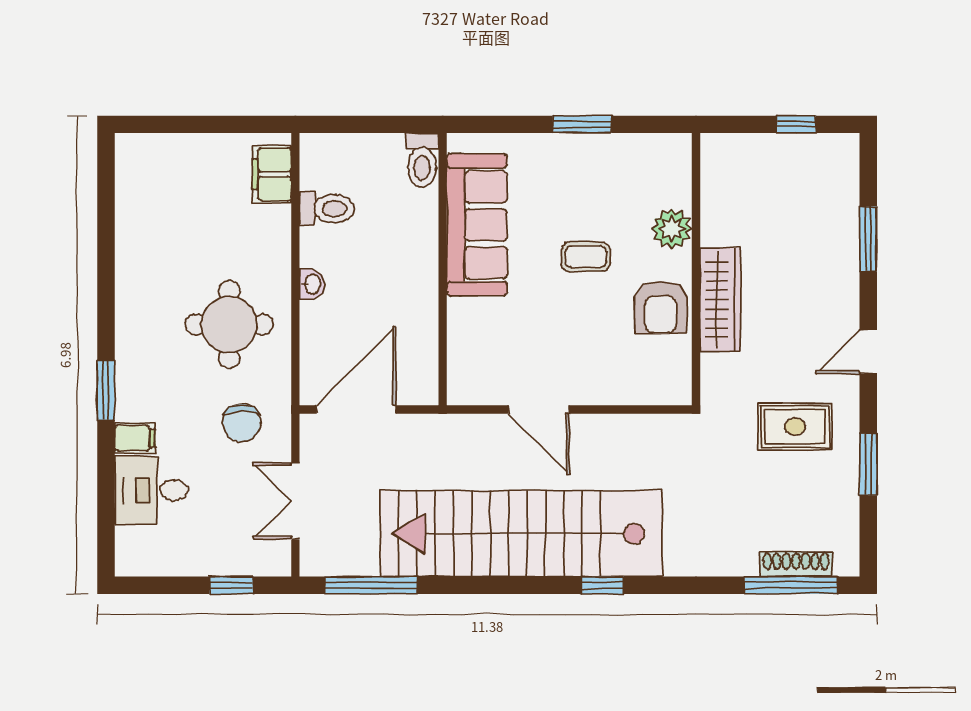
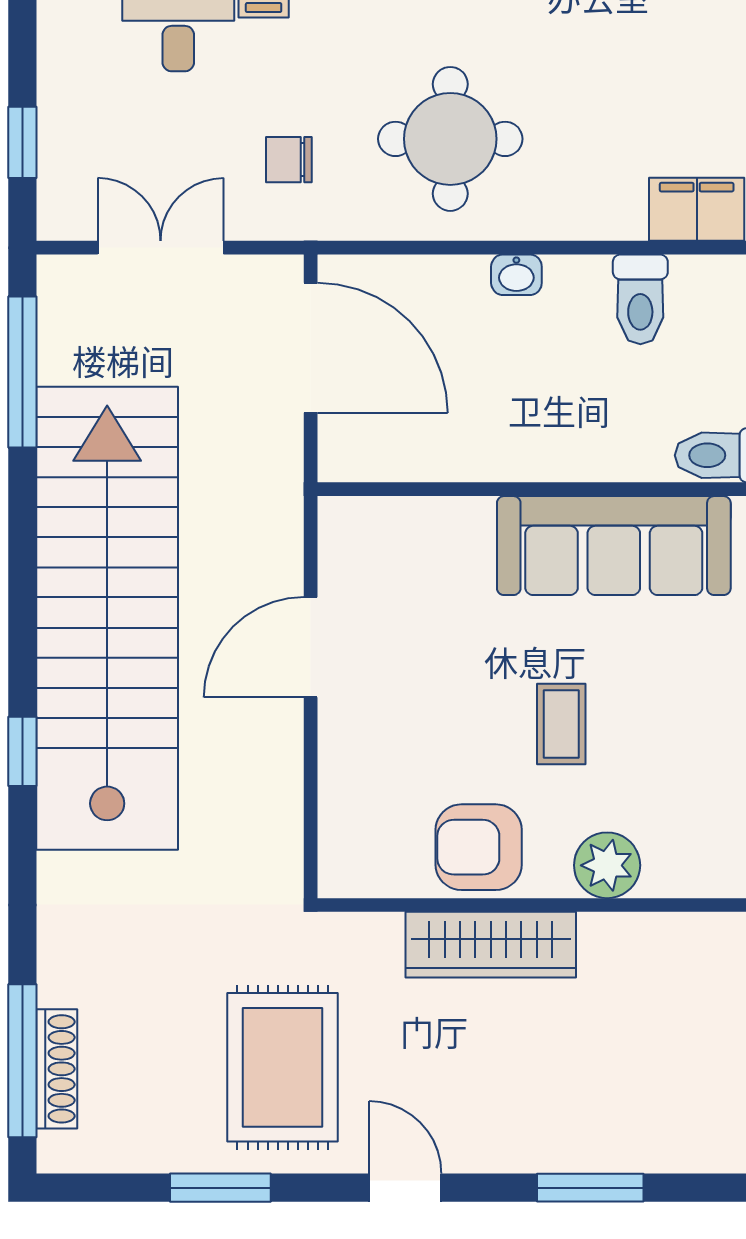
chair: (242, 423) -> (289, 160), width x0.73, depth x0.73
rug: (795, 427) -> (283, 1067), width x1.36, depth x1.43

